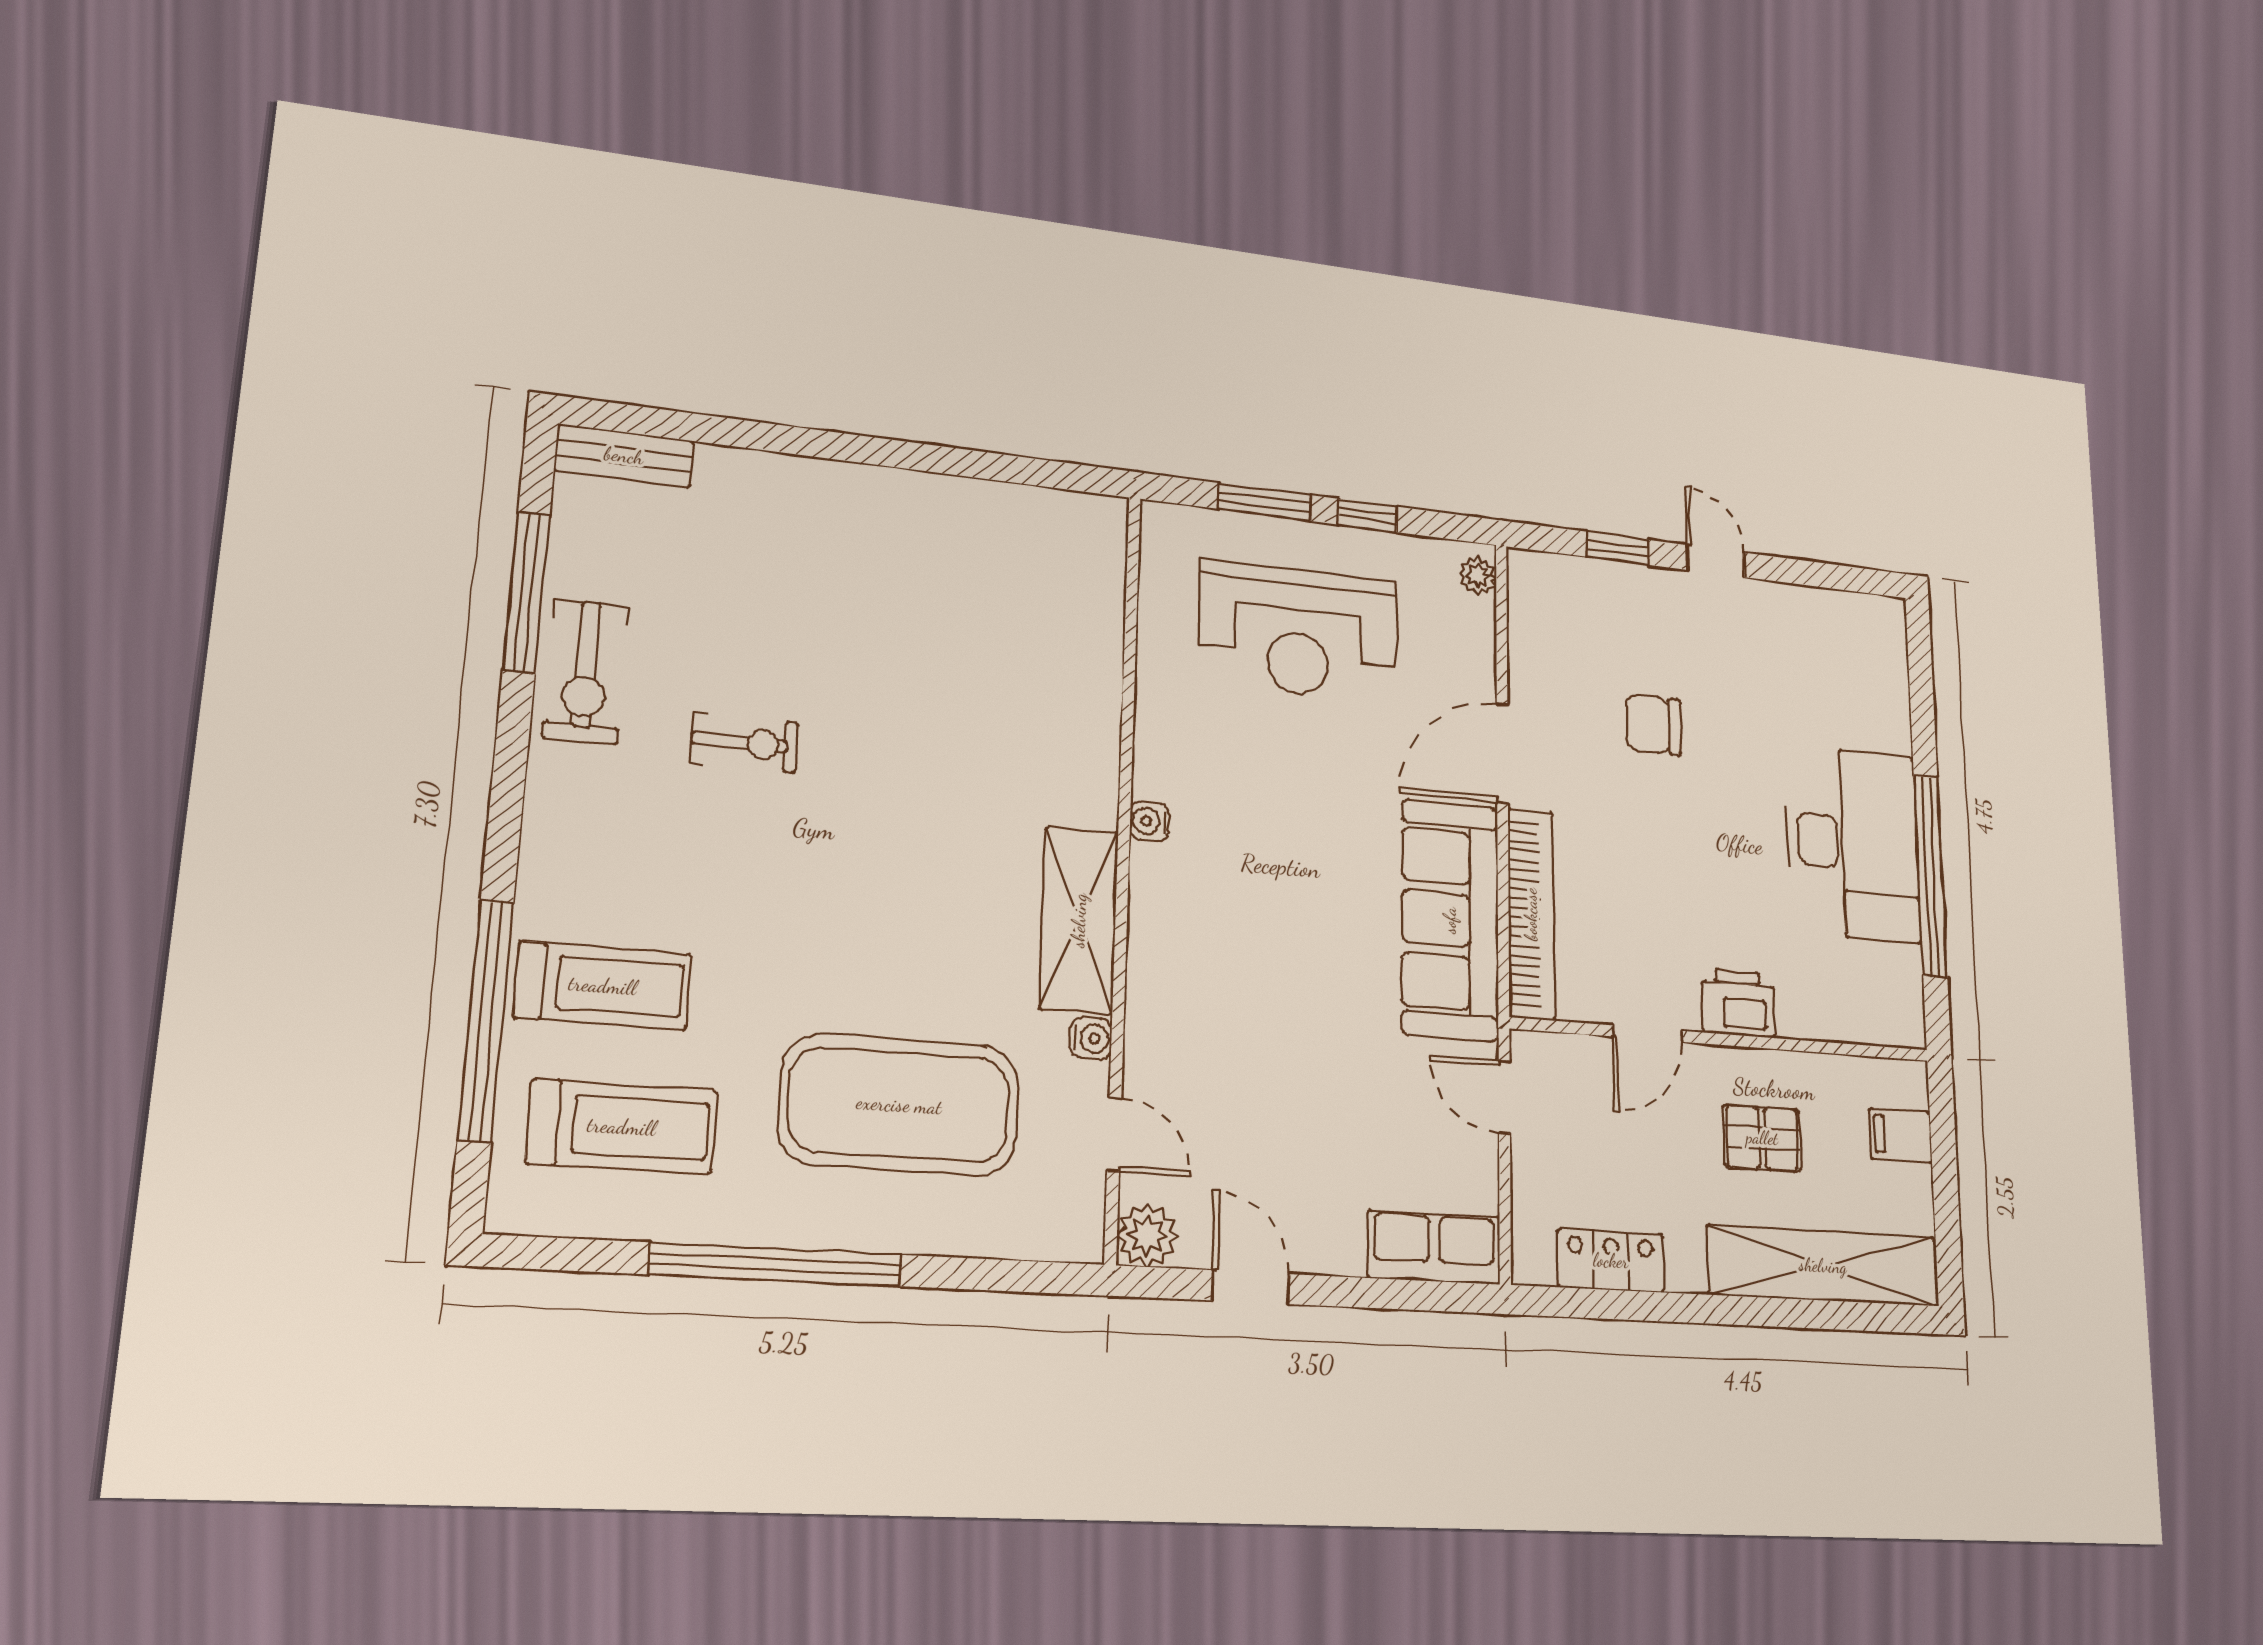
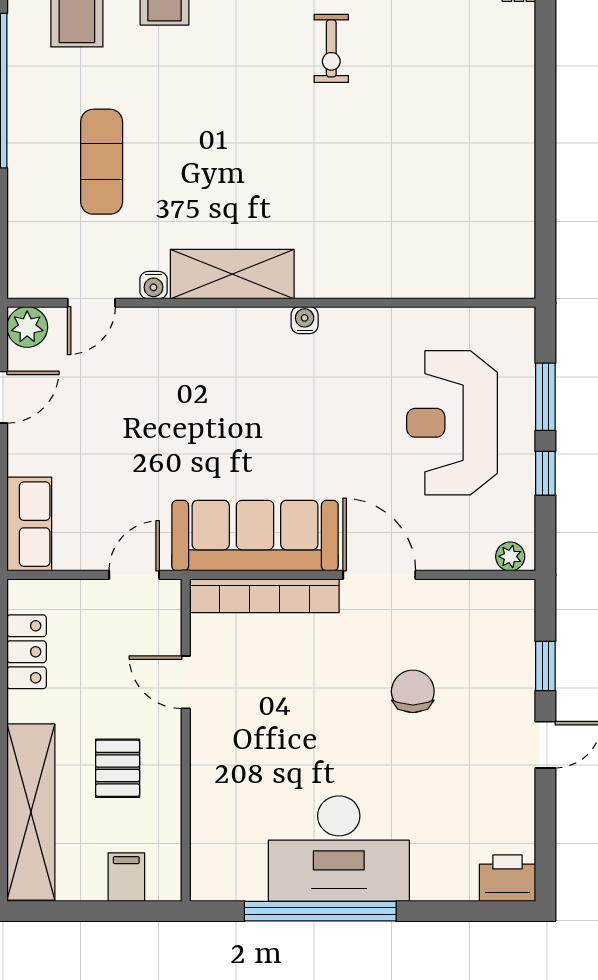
printer: (1738, 1003) -> (507, 878), moved, turned -90
exercise mat: (899, 1105) -> (102, 162), width x0.50, depth x0.69

